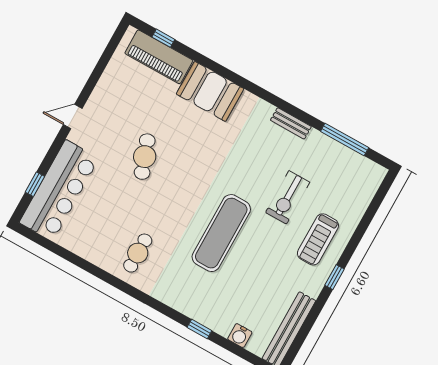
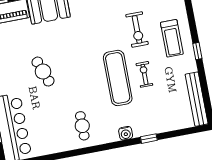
exercise bike: (254, 254) -> (144, 74), added
water cooler: (240, 336) -> (126, 133), moved

